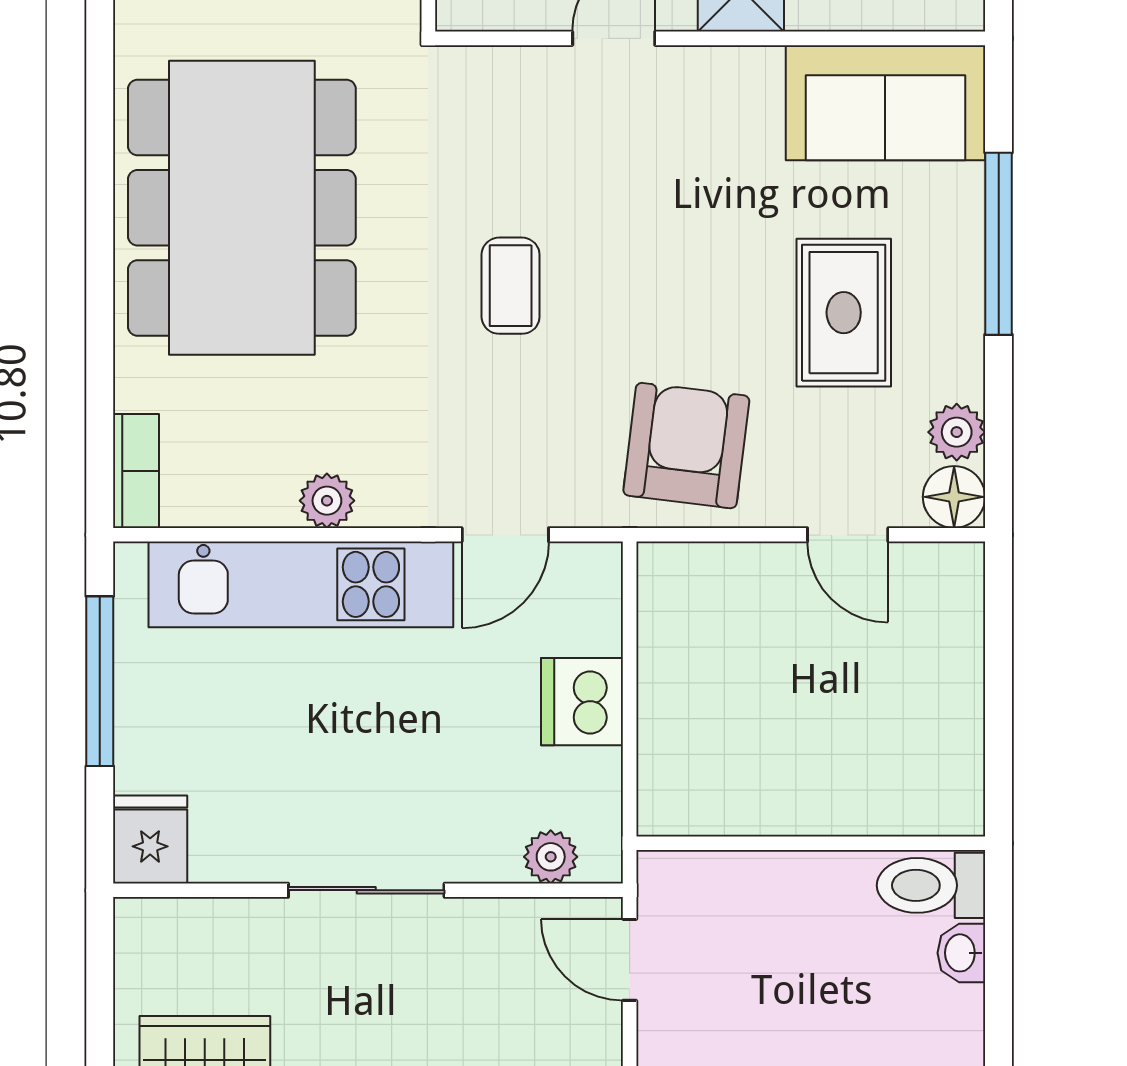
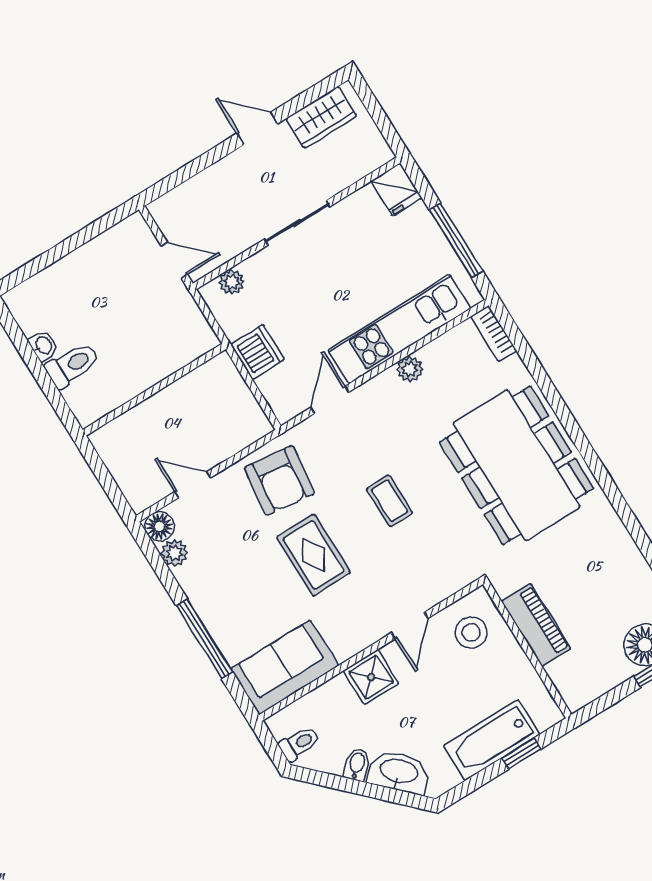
rug: (844, 313) -> (313, 555), moved
wall: (811, 843) -> (154, 390), moved

